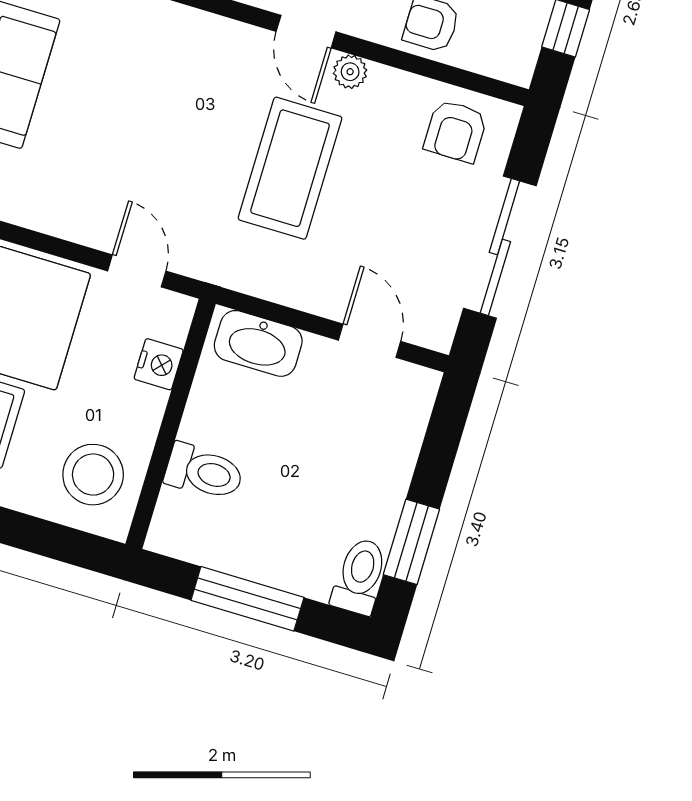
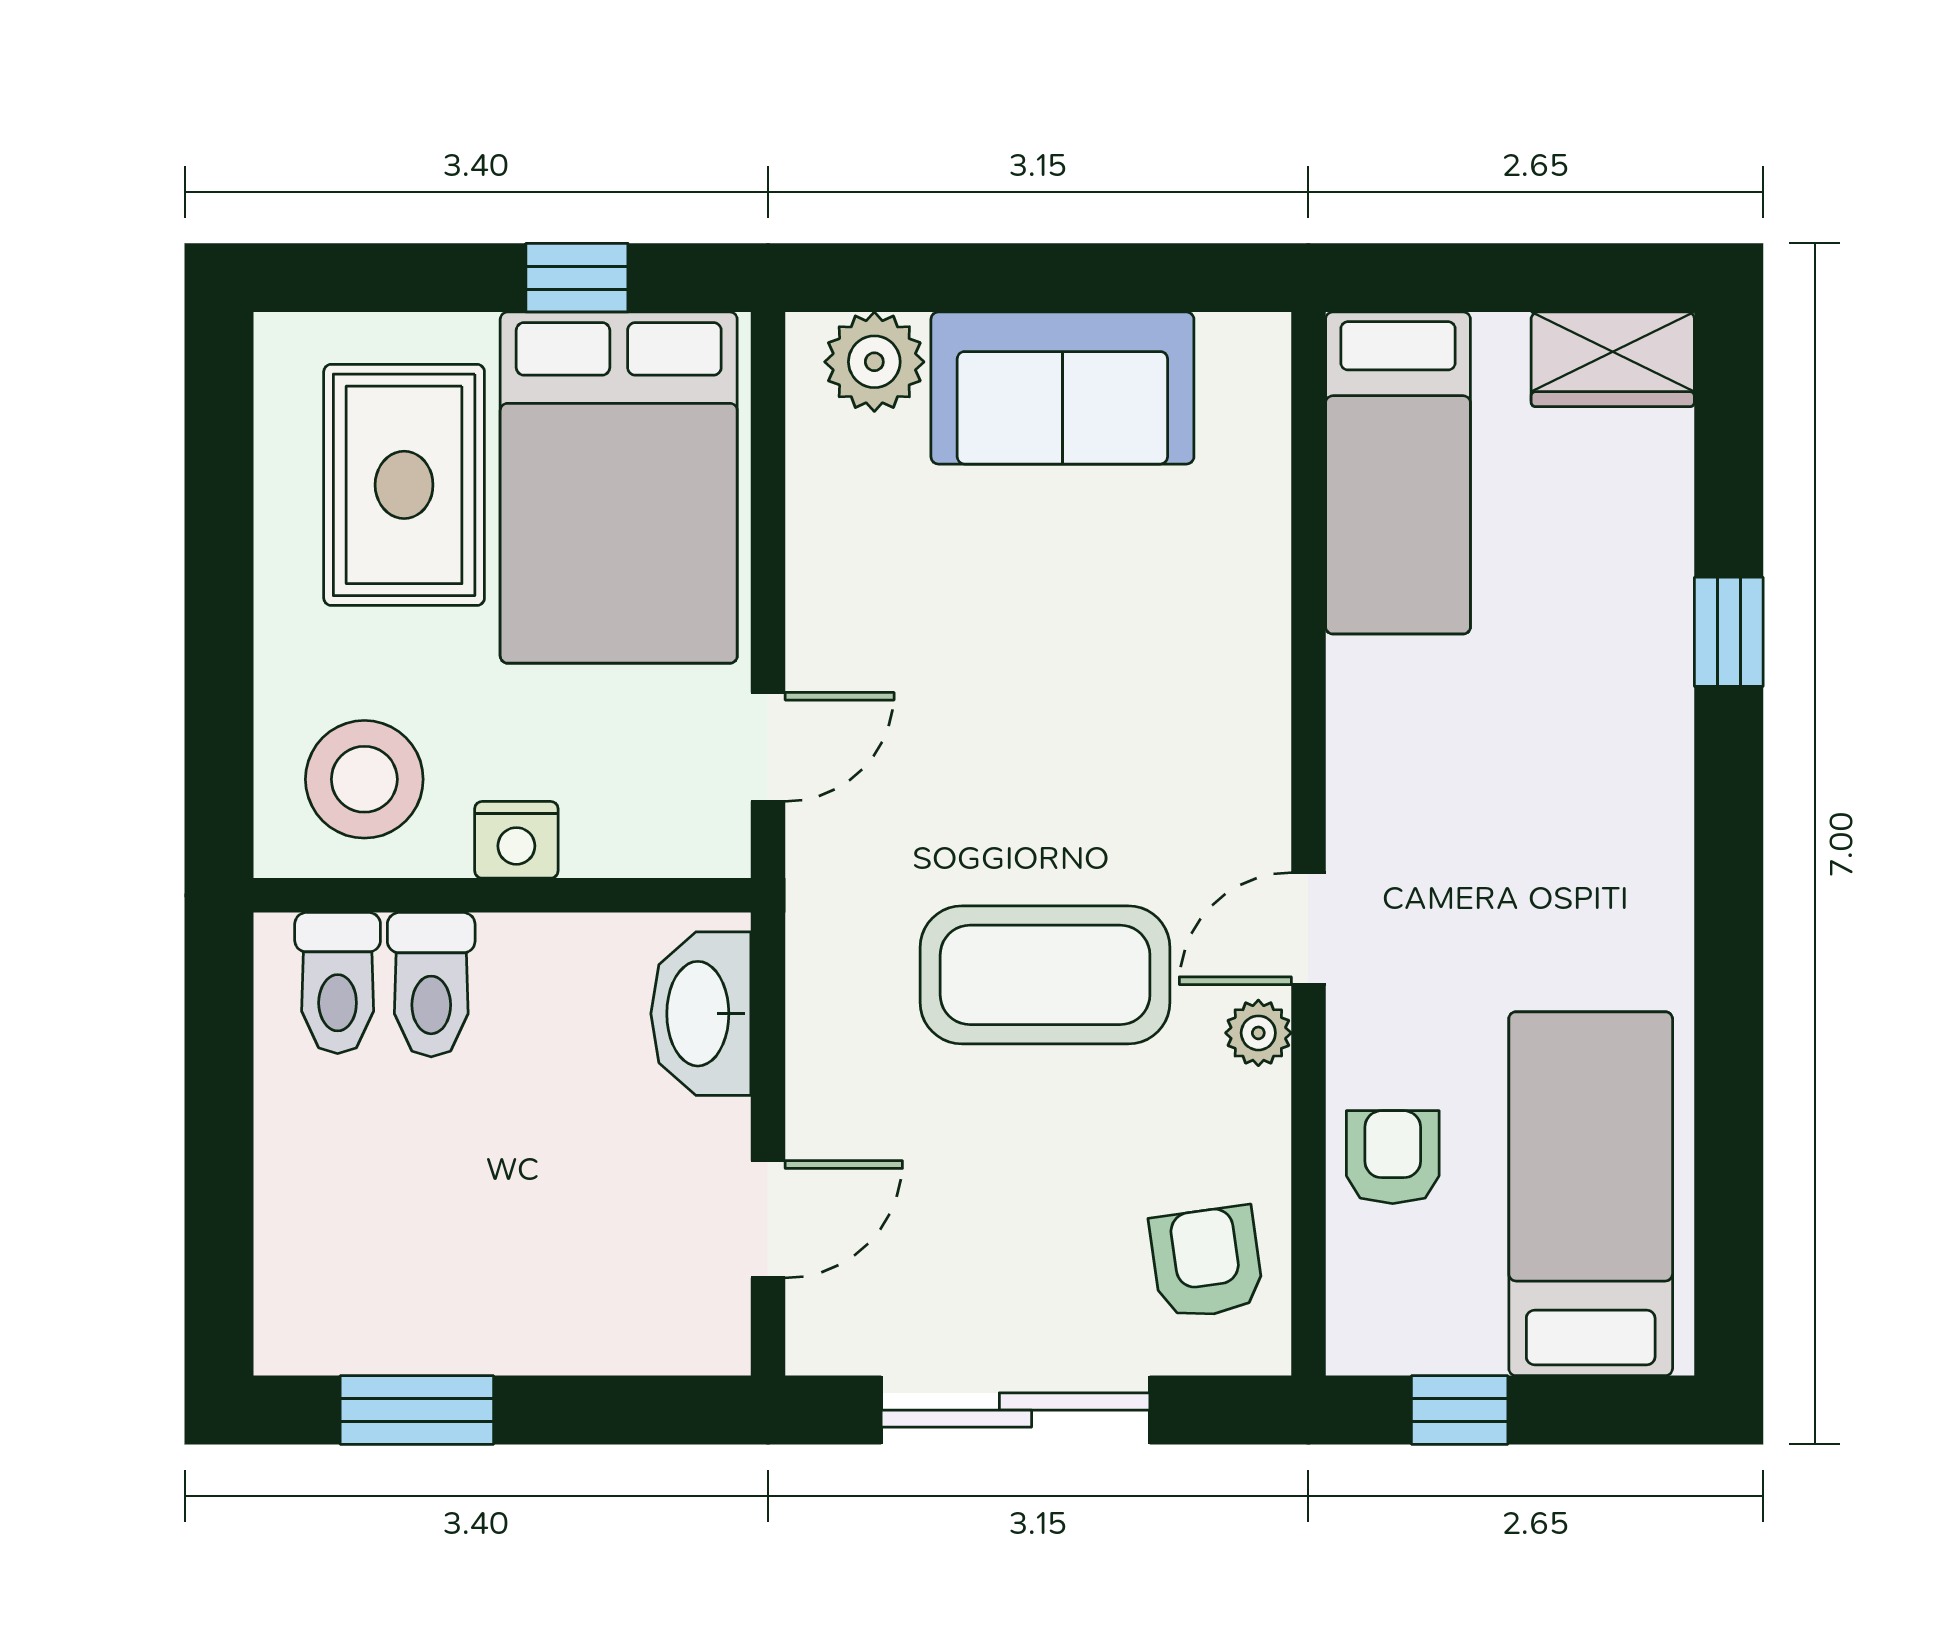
armchair: (456, 131) -> (1207, 1263), turned 82
nightstand: (159, 364) -> (516, 840), moved
toilet: (360, 576) -> (338, 983), moved, turned 90
window: (247, 599) -> (219, 1136), removed

